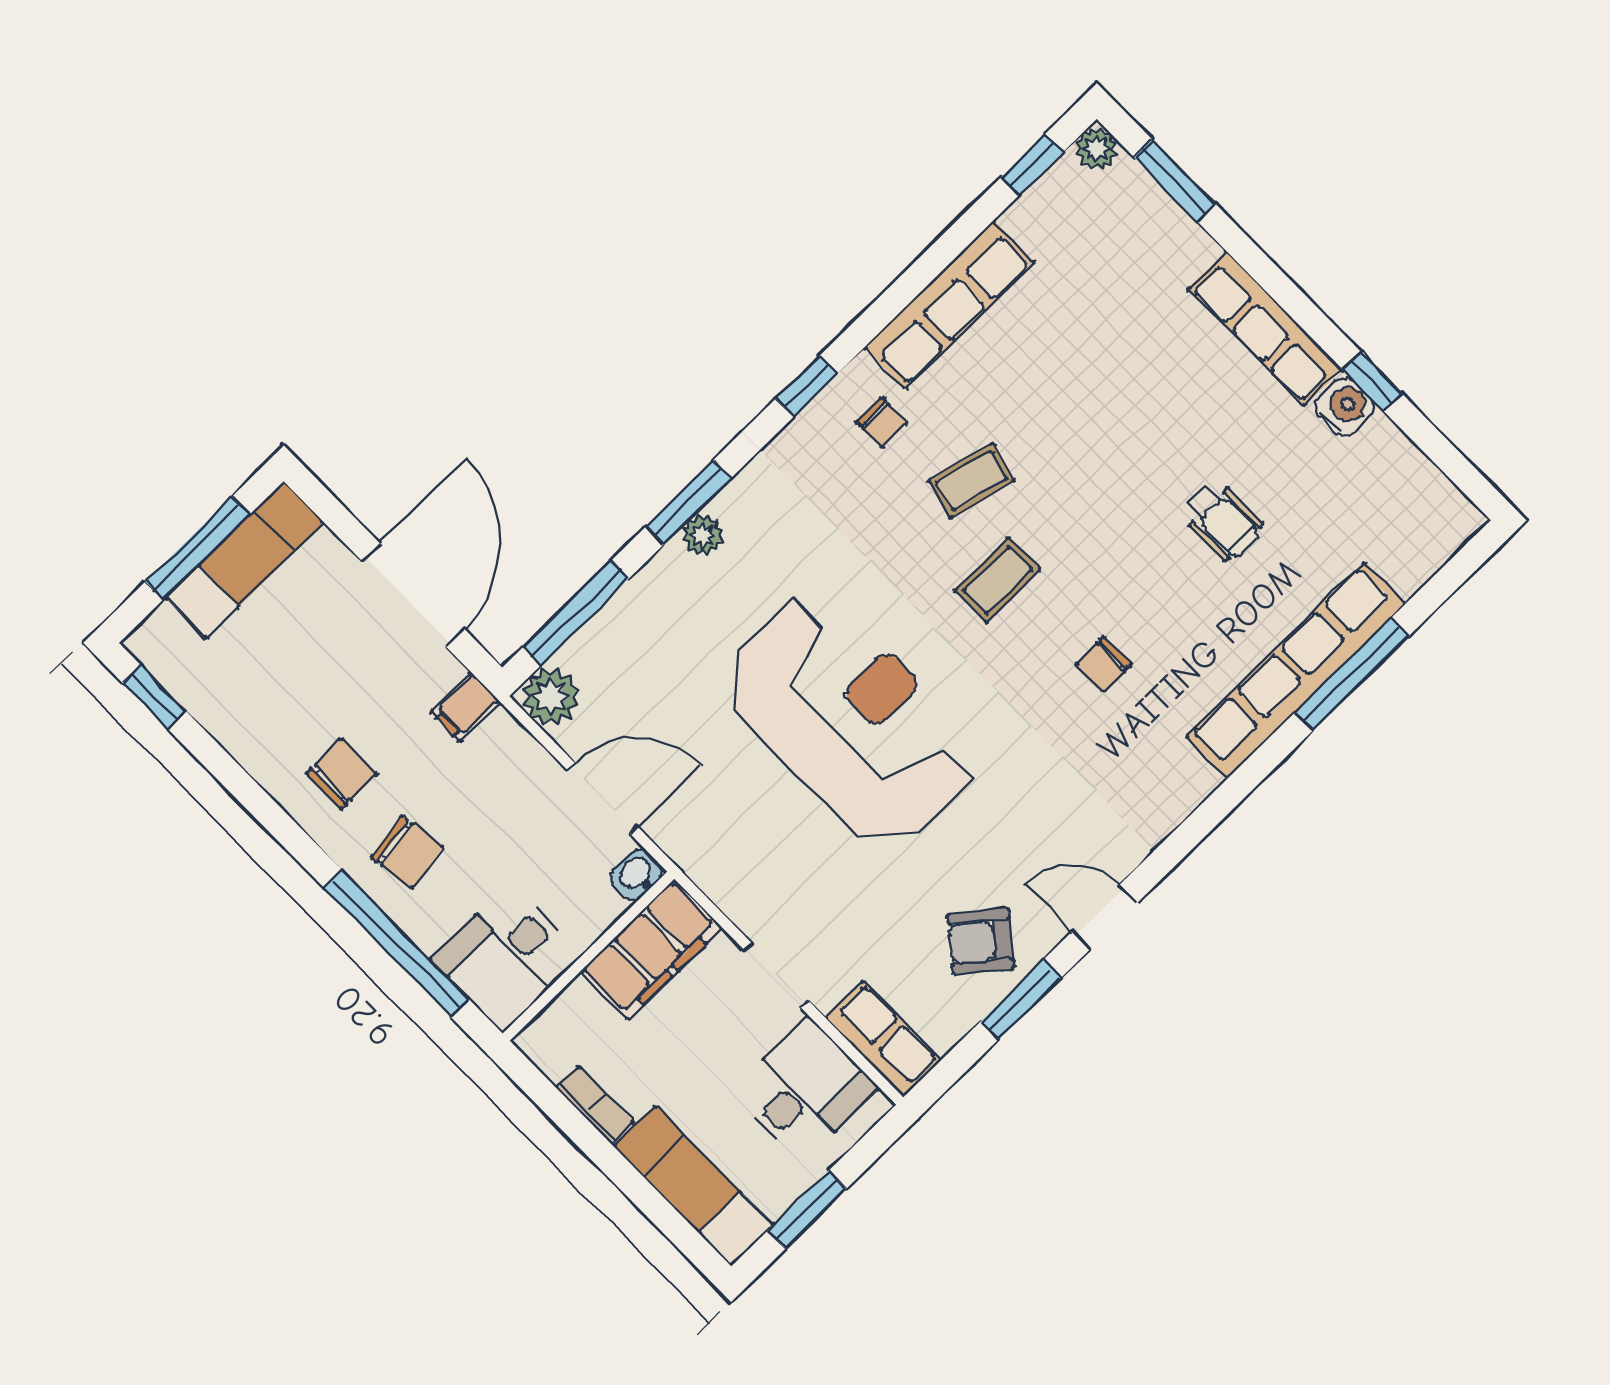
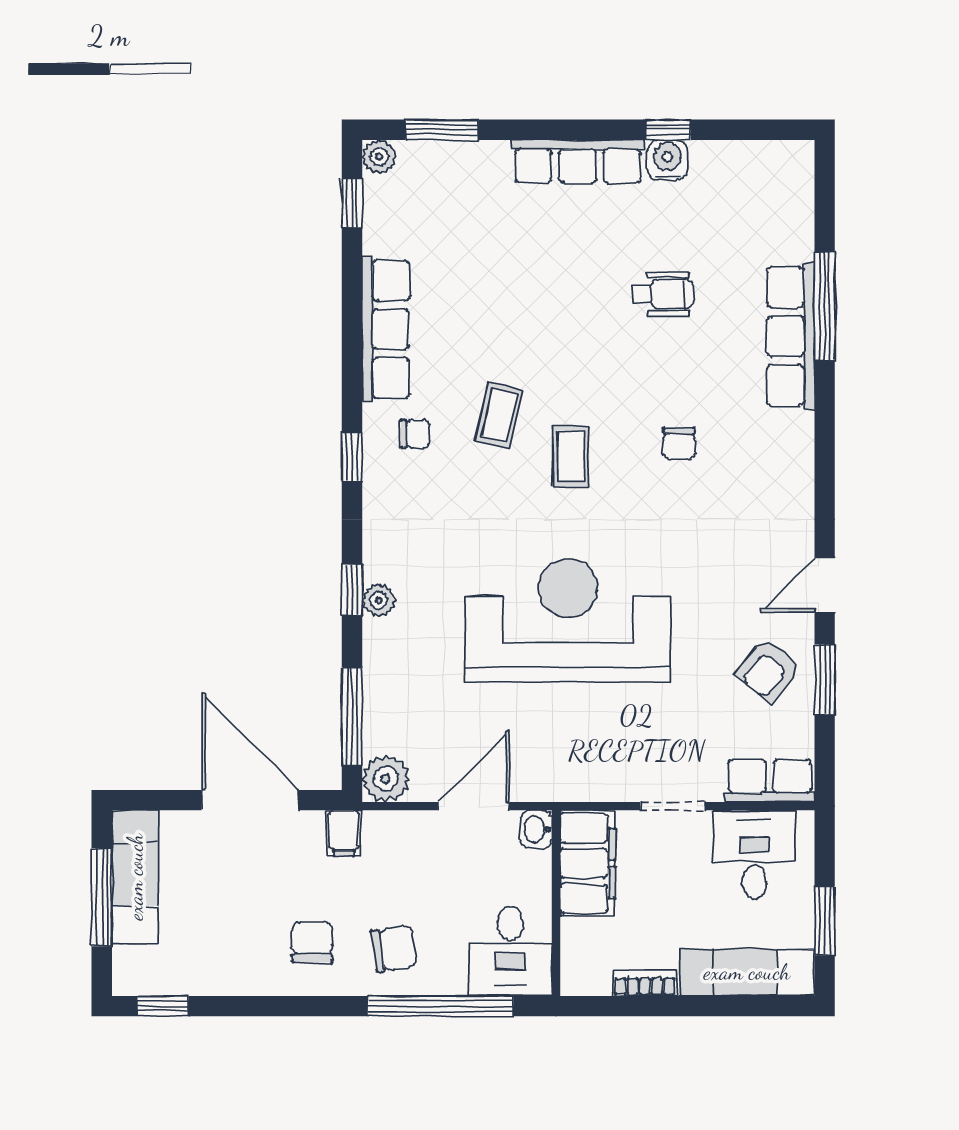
window: (689, 502) -> (352, 590), width x0.67
row of seats: (1296, 670) -> (791, 336), width x0.73

